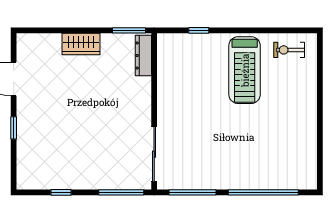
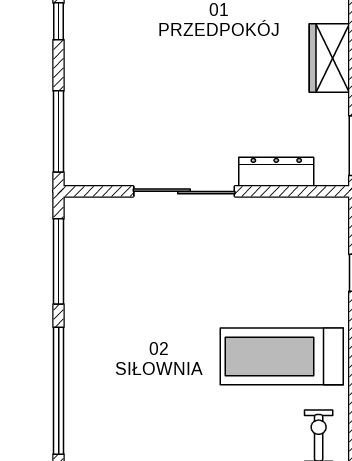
dresser: (143, 55) -> (276, 172), moved
sliding door: (154, 154) -> (184, 191), moved

